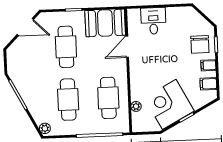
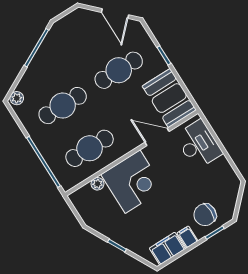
desk: (153, 21) -> (199, 145), width x1.37
filing cabinet: (208, 84) -> (167, 249), width x2.00
corner desk: (169, 104) -> (133, 182), moved, turned 118

